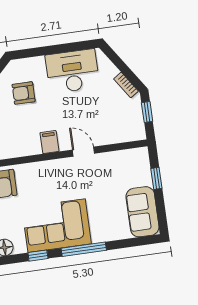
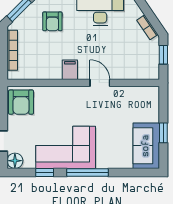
armchair: (24, 93) -> (52, 21), turned -90
window: (156, 178) -> (163, 133), moved

